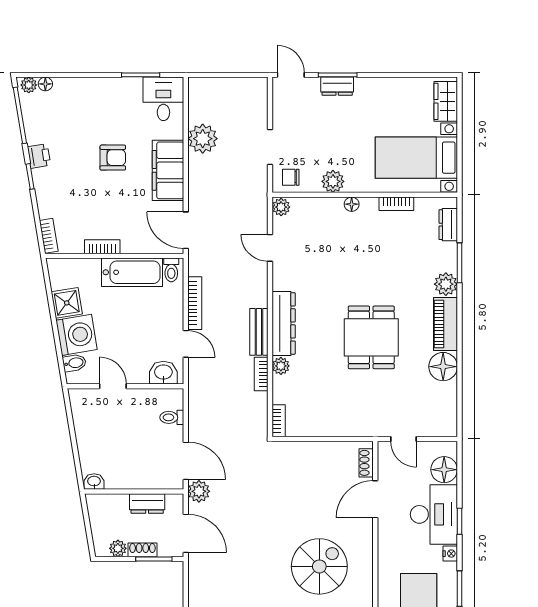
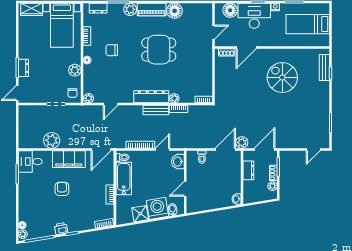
chair: (370, 250) -> (112, 50), added
door: (375, 499) -> (246, 47), hinge flipped

